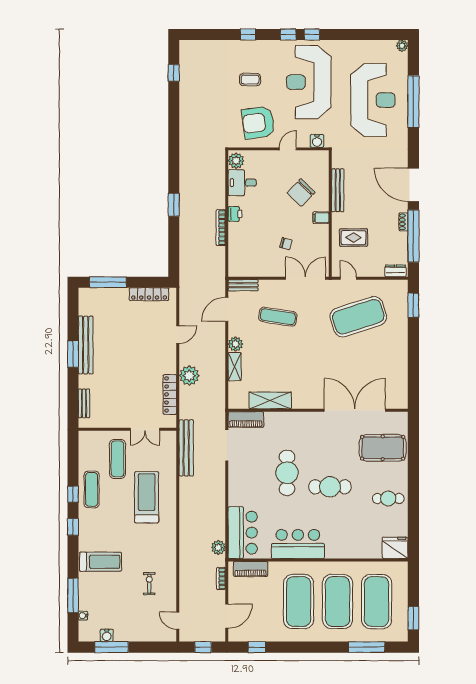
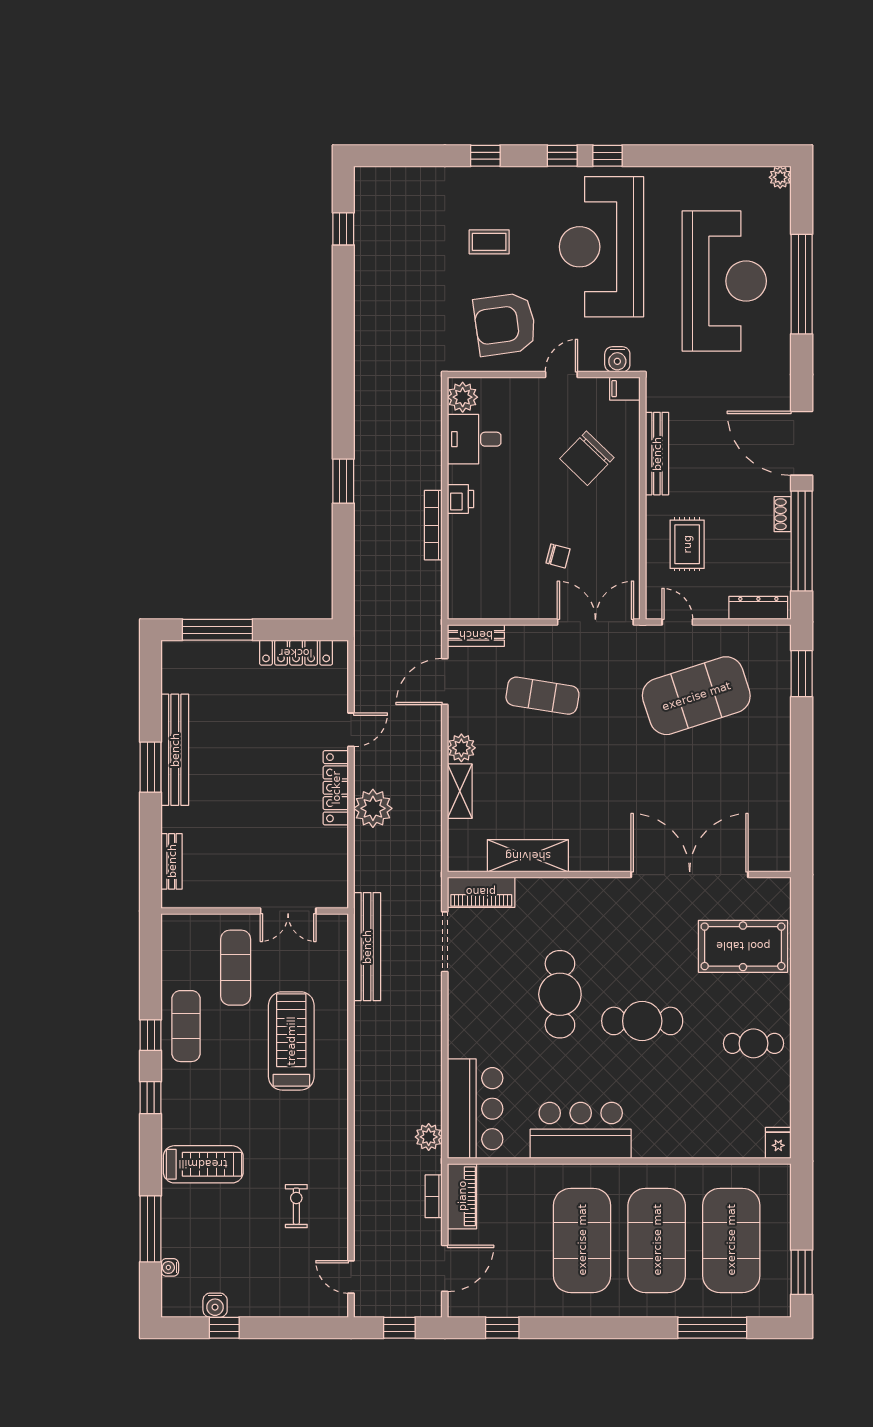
filing cabinet: (321, 218) -> (625, 389), moved
rug: (354, 238) -> (687, 544), turned 90
dresser: (395, 271) -> (758, 608), width x1.44
locker: (170, 395) -> (336, 788), moved
fridge: (395, 548) -> (778, 1143), width x0.53, depth x0.75
piano: (251, 569) -> (462, 1196), moved, turned -90
window: (112, 647) -> (224, 1328), width x0.46

